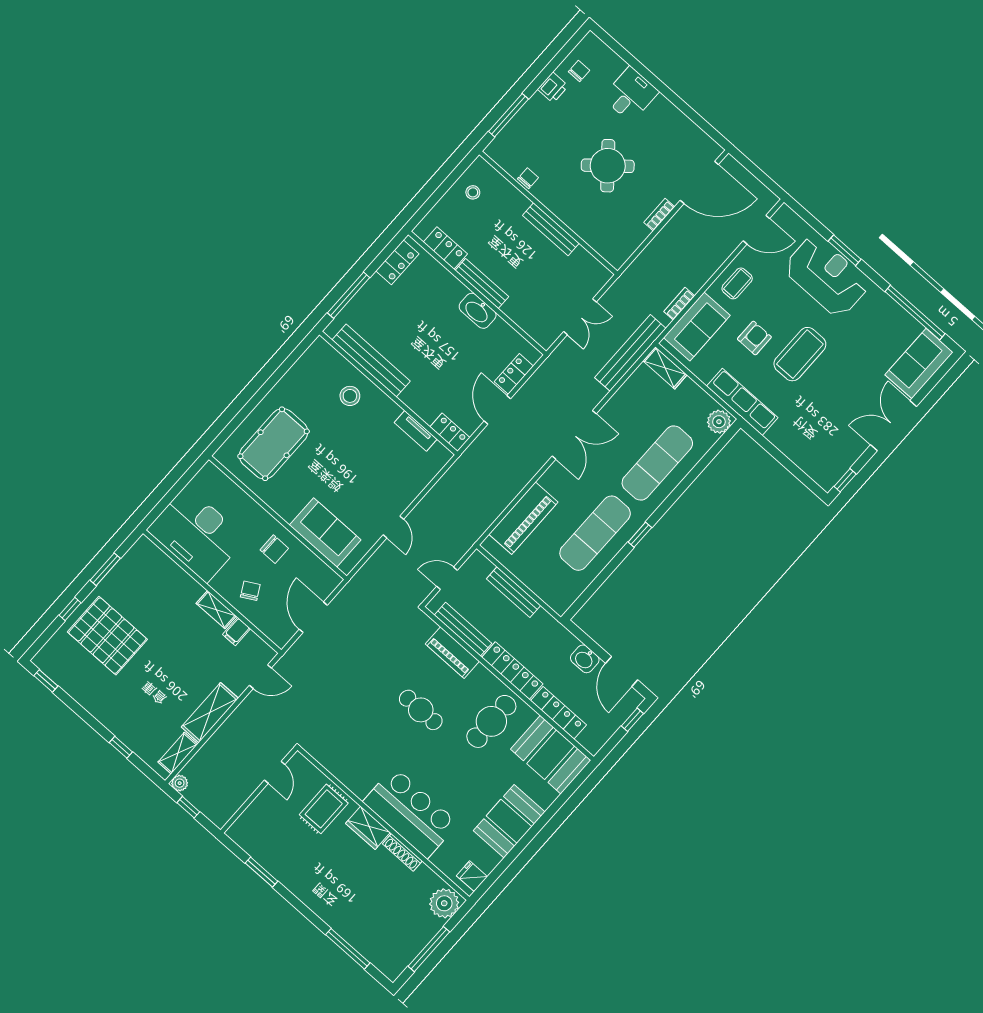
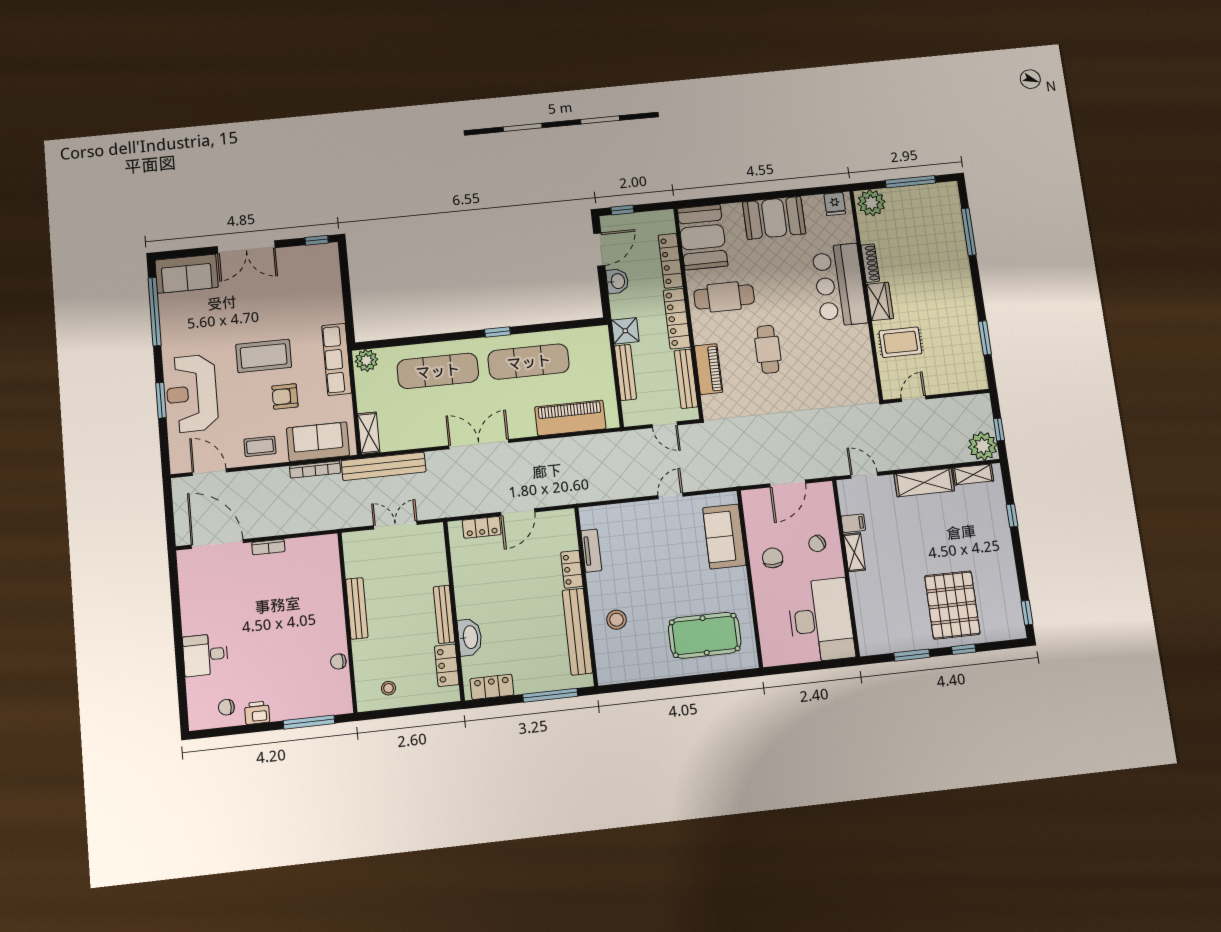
round table: (608, 166) -> (272, 617), removed
bookcase: (679, 304) -> (315, 470), width x1.56
washbasin: (478, 311) -> (470, 637), moved
locker: (450, 432) -> (572, 569), moved
shower: (543, 625) -> (625, 331), added
plant: (180, 783) -> (983, 446), width x1.88, depth x1.88

